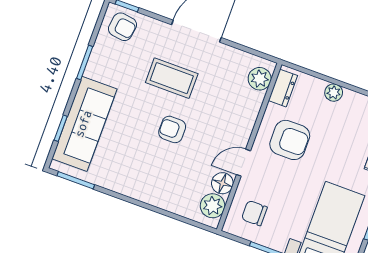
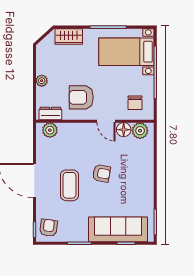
armchair: (172, 129) -> (101, 173), turned -80
armchair: (290, 140) -> (81, 97), turned -90

